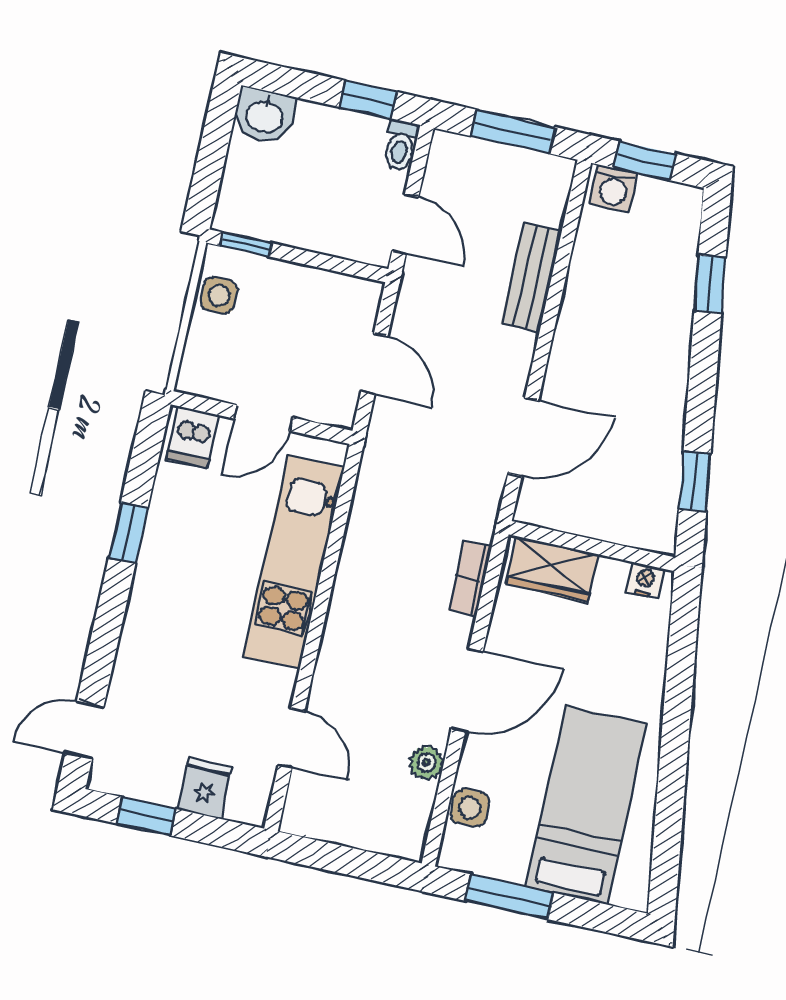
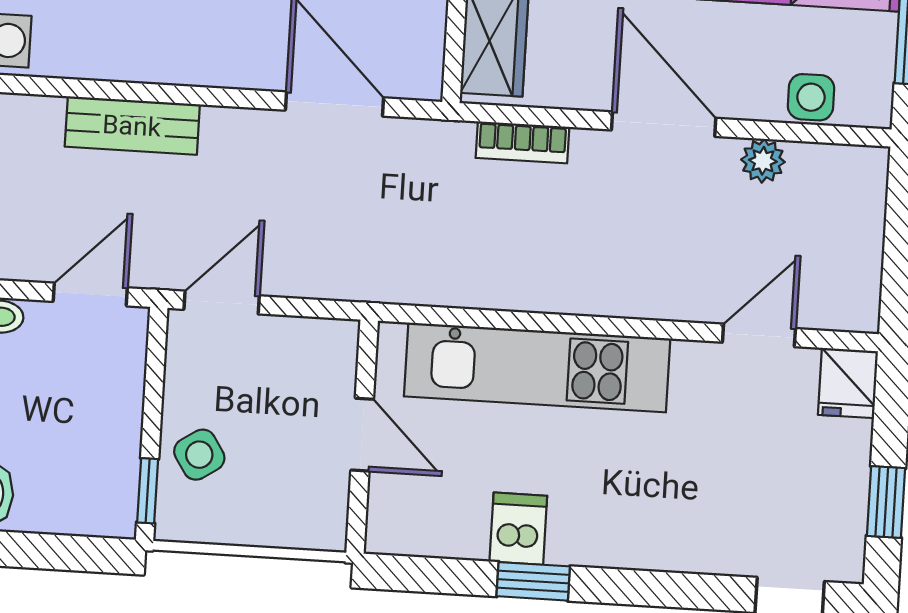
side table: (219, 295) -> (199, 455), moved, turned -33
door: (374, 364) -> (222, 303), moved
dishwasher: (192, 437) -> (518, 529), moved, turned -90
fridge: (205, 789) -> (848, 383), moved, turned -90

